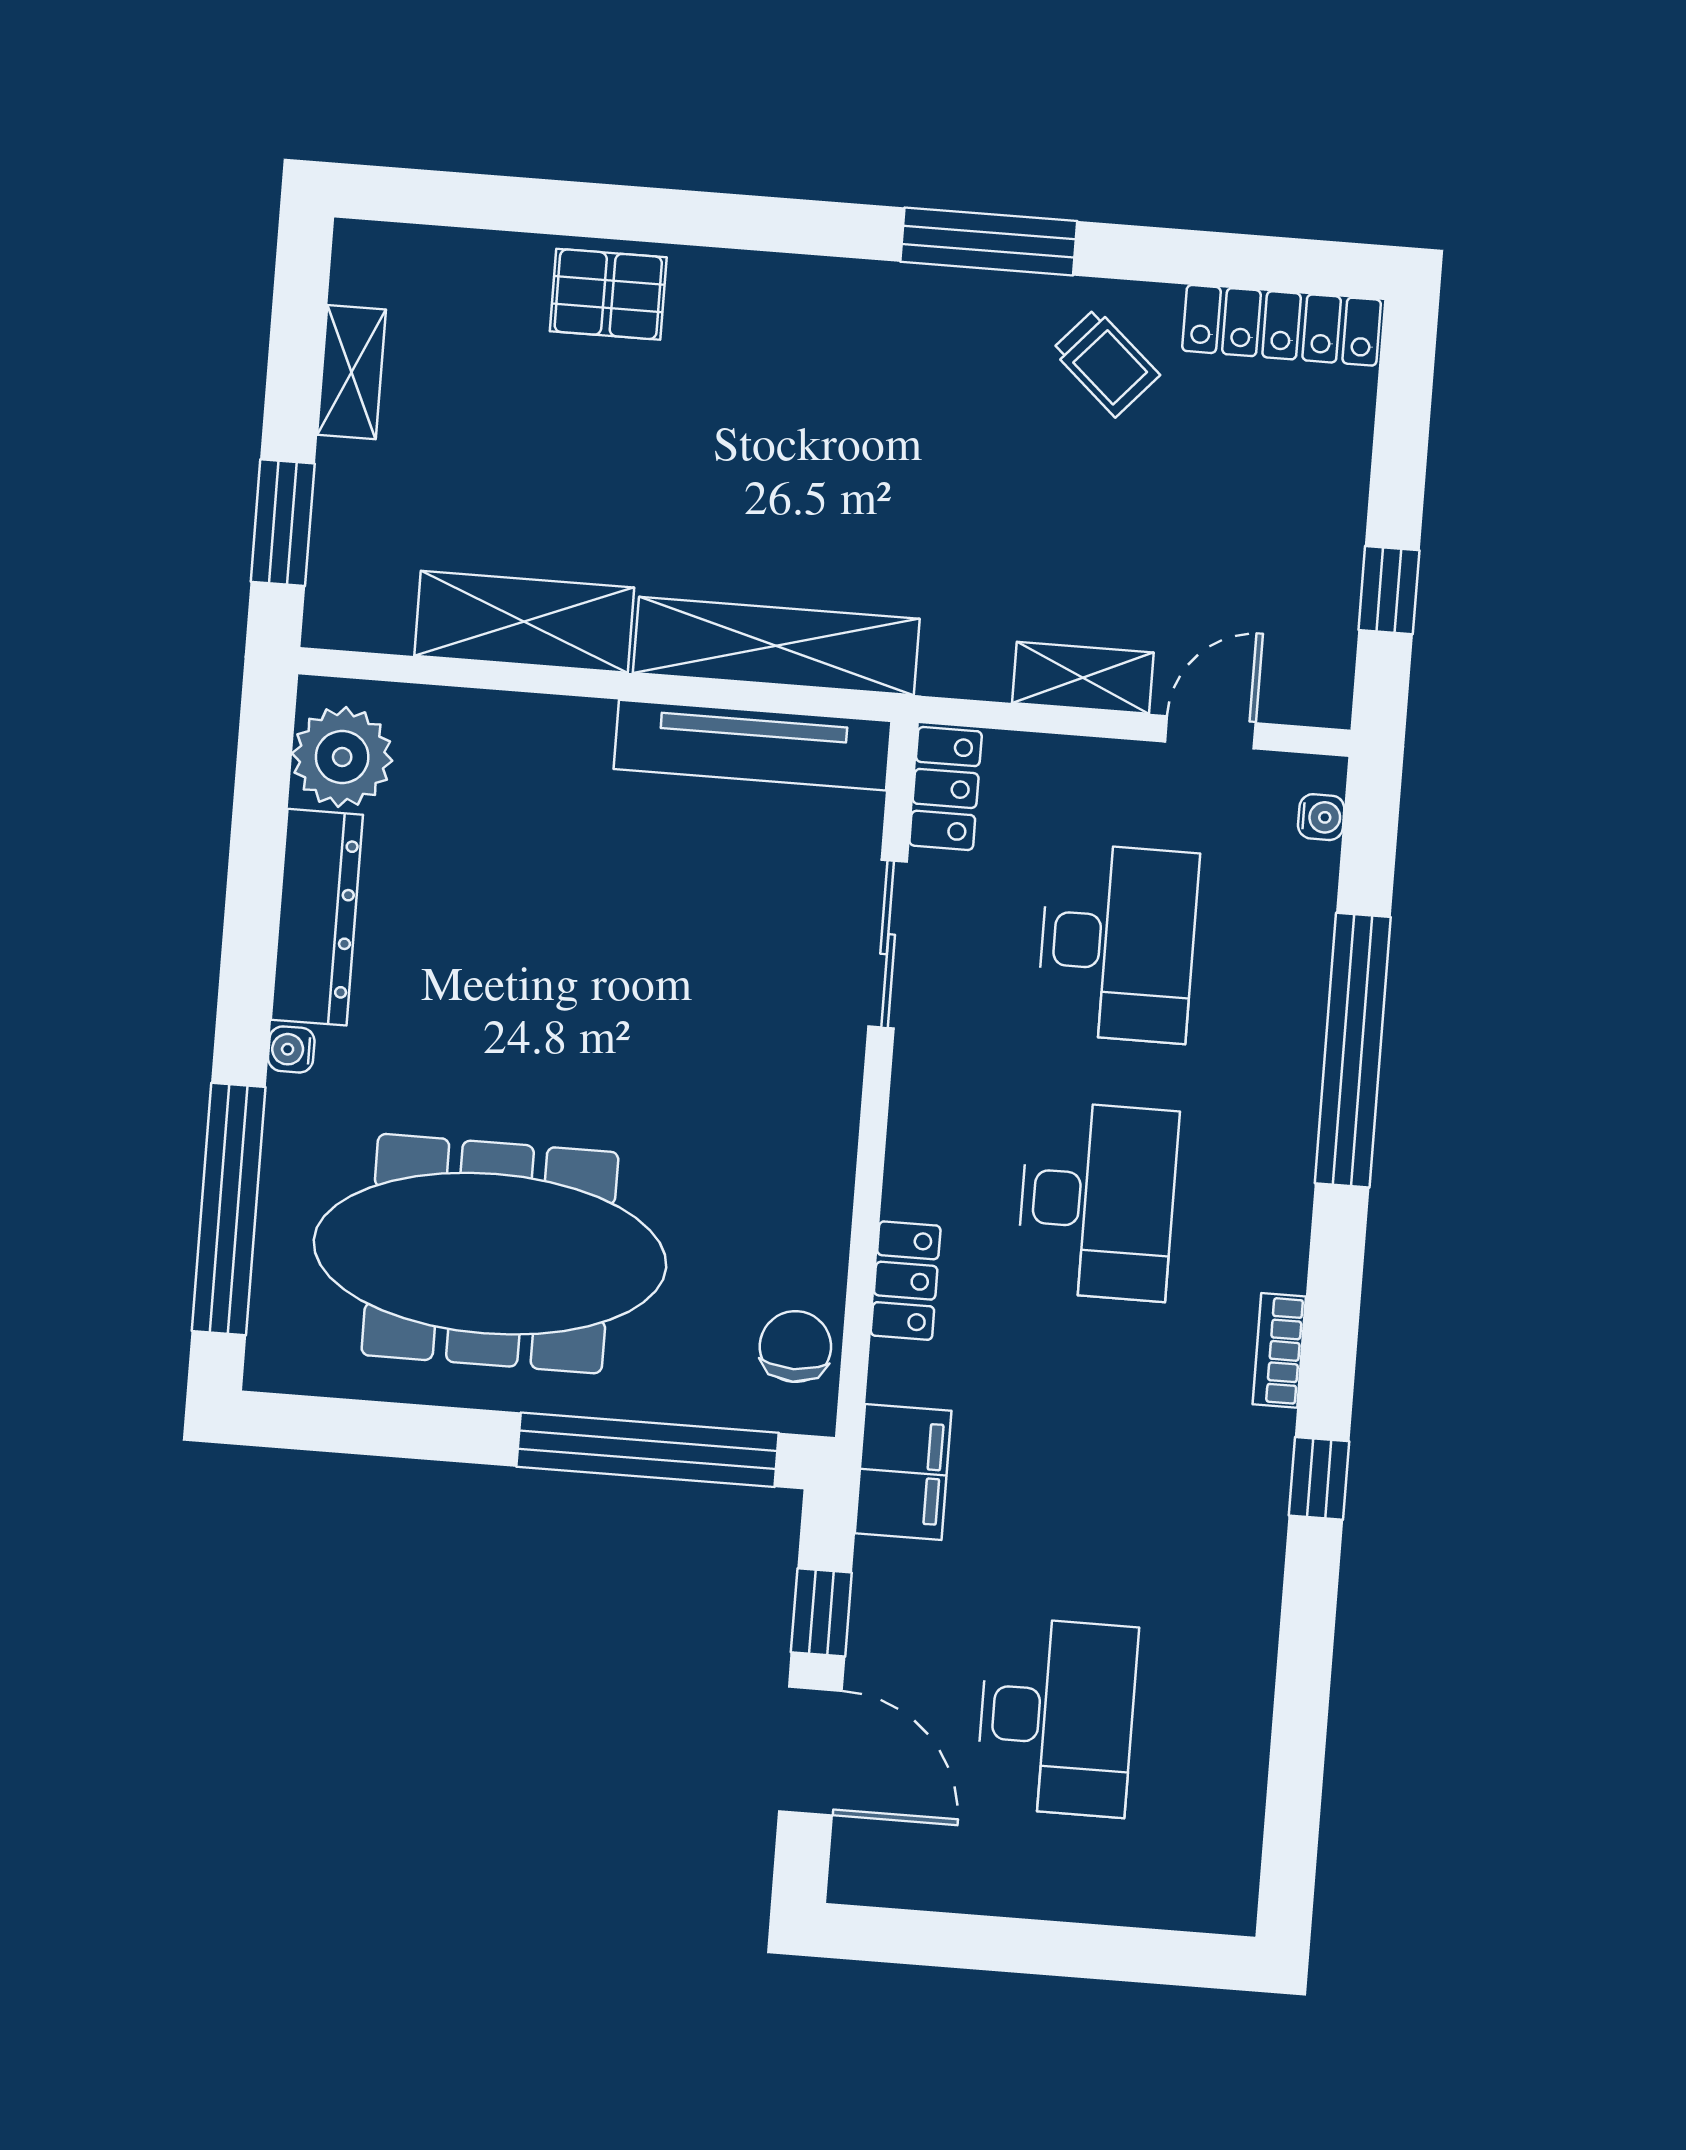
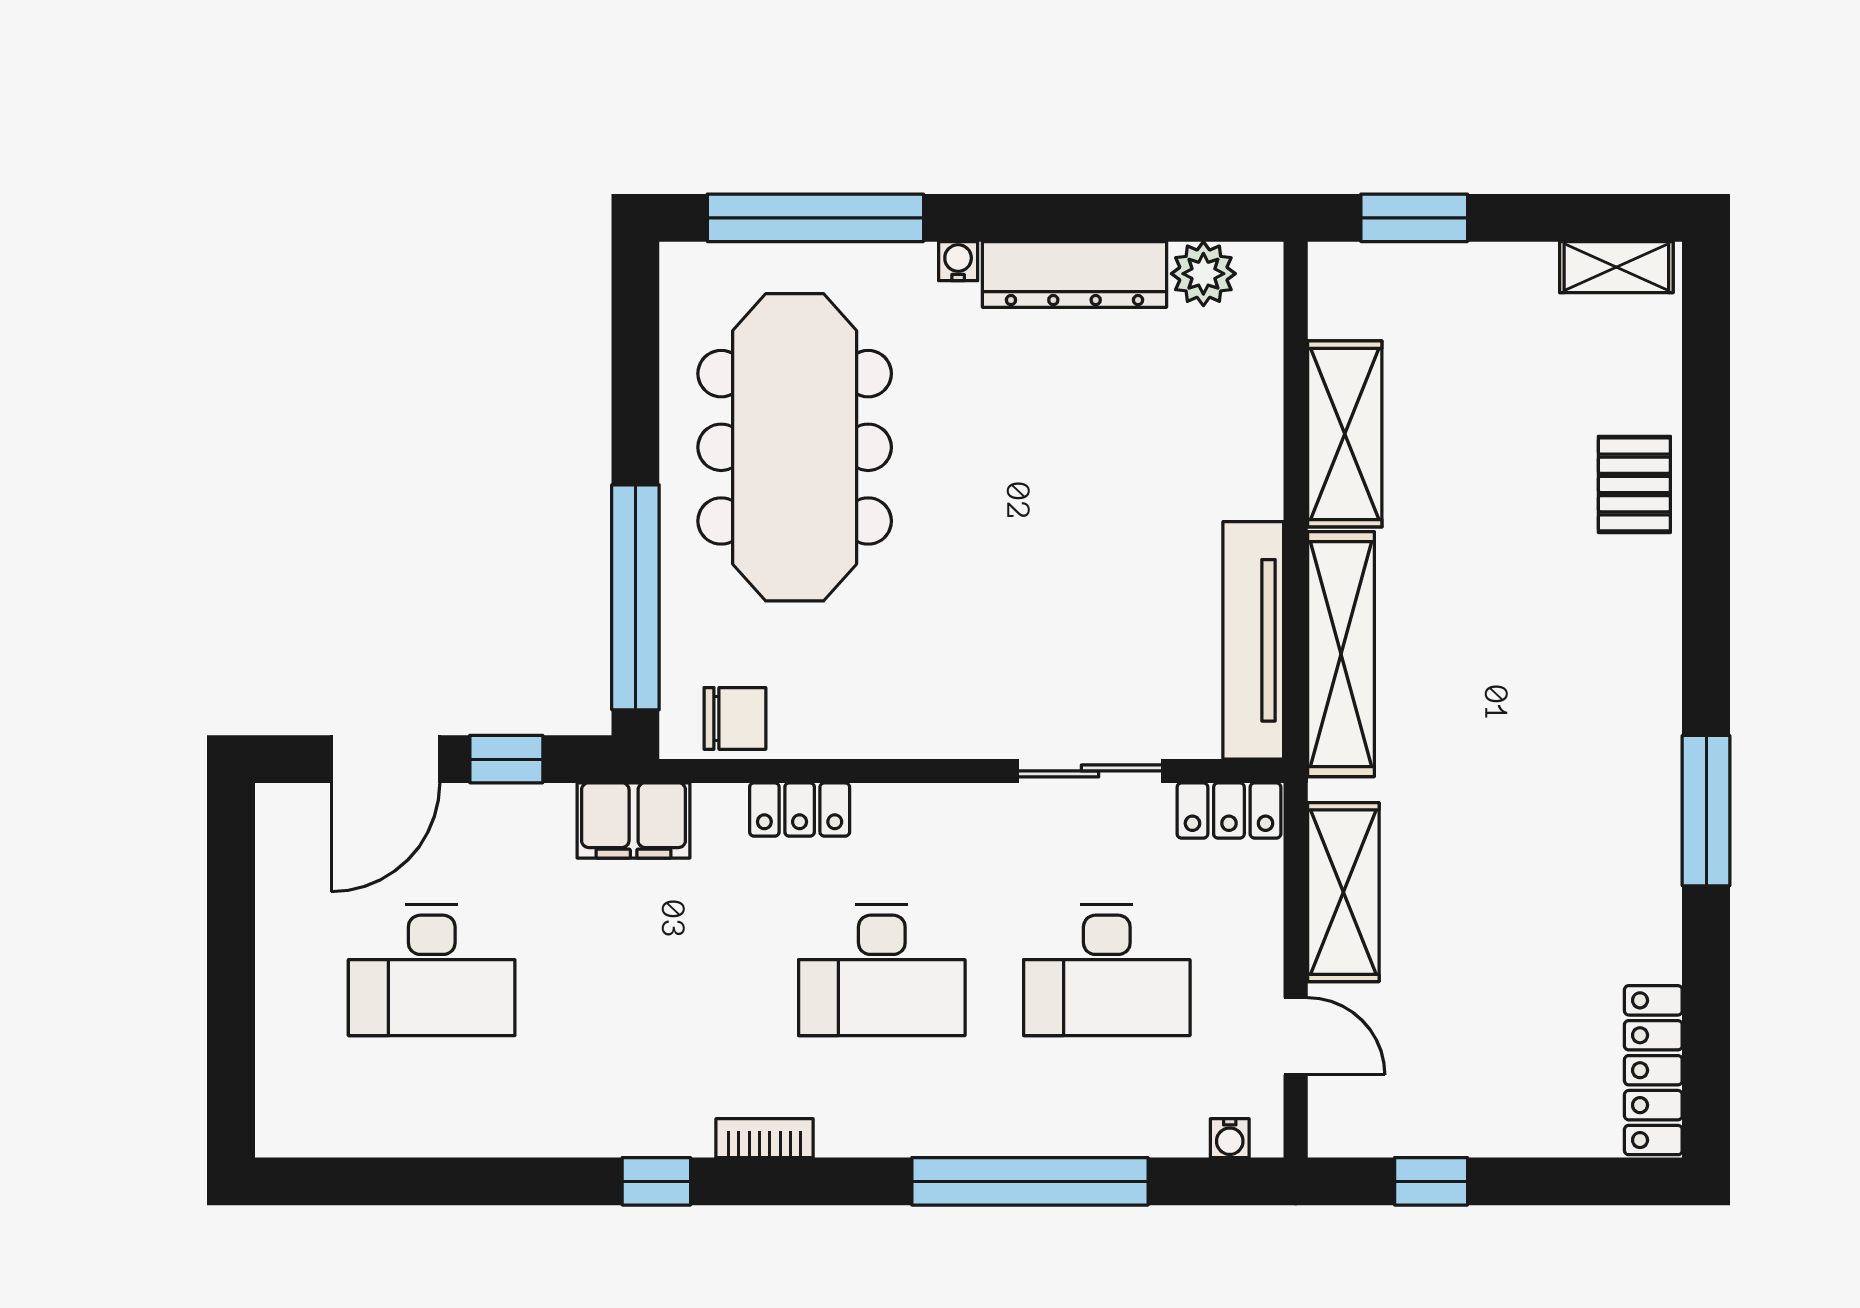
trolley: (1106, 363) -> (1609, 920), removed
shelving: (351, 372) -> (1616, 267), moved
shelving: (1083, 678) -> (1343, 892), width x1.50, depth x1.33
plant: (342, 757) -> (1203, 274), width x0.73, depth x0.73

